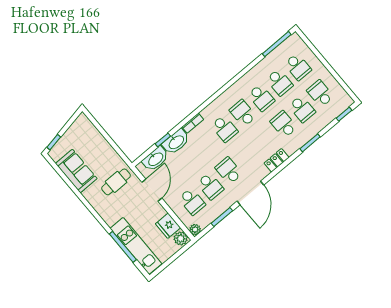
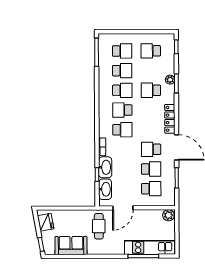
school desk: (302, 109) -> (151, 71), removed
locker: (277, 160) -> (170, 119), width x1.53
door: (152, 190) -> (123, 208), swing flipped
fridge: (168, 226) -> (46, 222), moved, turned -100
plant: (195, 230) -> (170, 80), moved

